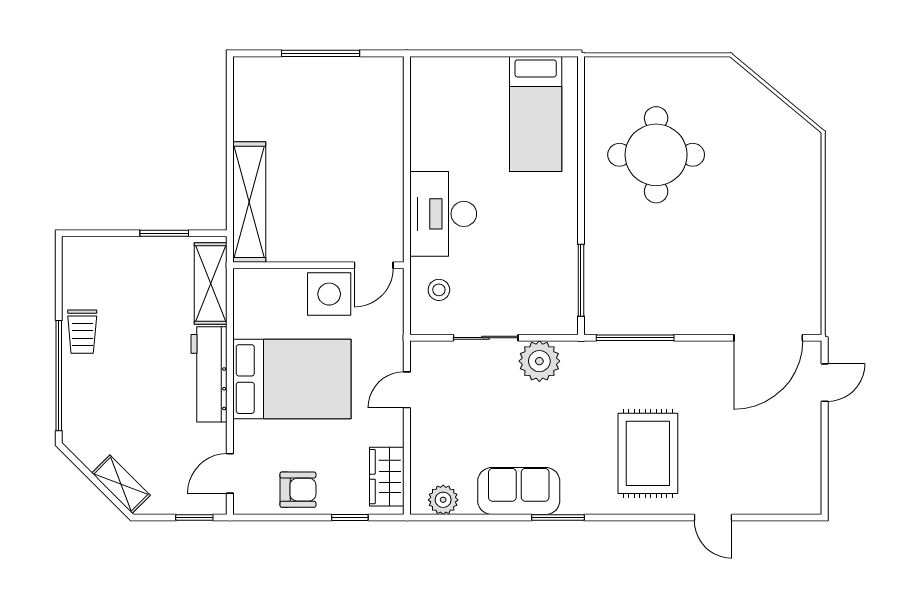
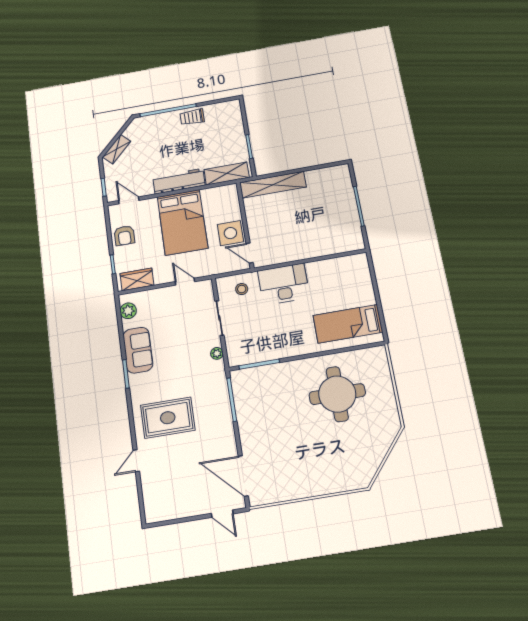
plant: (539, 361) -> (217, 353), width x0.53, depth x0.53

